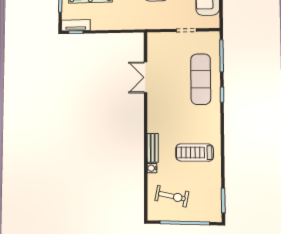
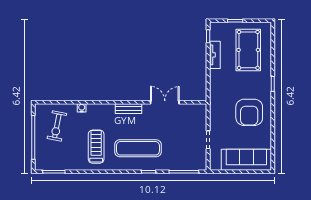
tv unit: (76, 25) -> (215, 55), moved
exercise mat: (201, 79) -> (138, 148), moved
bench: (153, 148) -> (129, 109), moved

